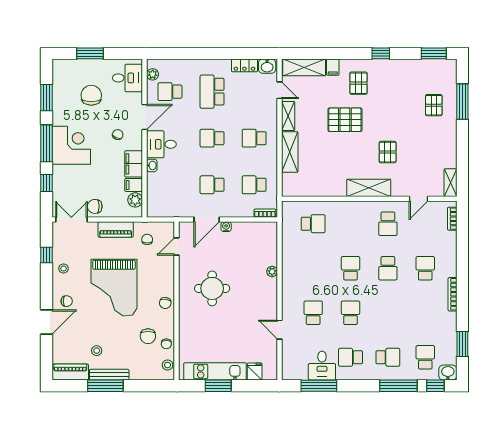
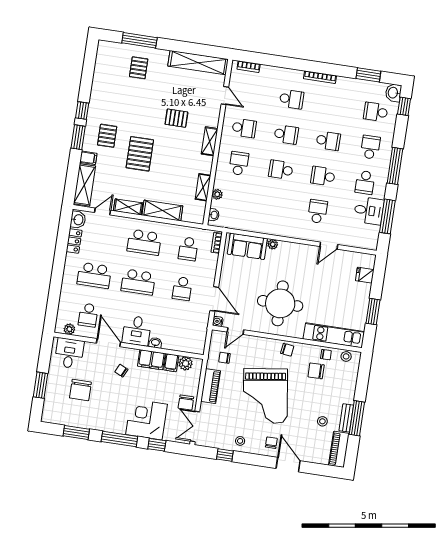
window: (434, 53) -> (78, 137), moved
pallet: (359, 83) -> (107, 136), turned 90
chair: (91, 95) -> (80, 390), turned -90
pallet: (434, 105) -> (139, 68), turned 90
school desk: (212, 138) -> (138, 282), width x1.85
school desk: (254, 138) -> (144, 242), width x1.85
corner desk: (71, 145) -> (147, 419), moved
shelving: (451, 183) -> (198, 63), width x2.20, depth x1.33
shelving: (369, 188) -> (210, 141), width x0.67, depth x0.75
shelving: (320, 190) -> (203, 187), added
washbasin: (293, 206) -> (214, 215), added
plant: (315, 206) -> (217, 194), added
school desk: (313, 224) -> (239, 163), moved
water cooler: (226, 227) -> (218, 321), moved
sofa: (266, 246) -> (247, 246), added
door: (177, 247) -> (235, 331), hinge flipped
school desk: (425, 268) -> (292, 99), turned 180
grand piano: (114, 288) -> (265, 396), turned 82
round table: (212, 288) -> (280, 303), width x1.36, depth x1.36
school desk: (313, 313) -> (318, 211), turned 90
school desk: (388, 313) -> (328, 141), added
chair: (148, 336) -> (316, 371), turned 180
kitchen unit: (215, 371) -> (334, 335), moved, turned 90
bench: (109, 375) -> (346, 418), width x0.73
window: (398, 386) -> (395, 166), moved

